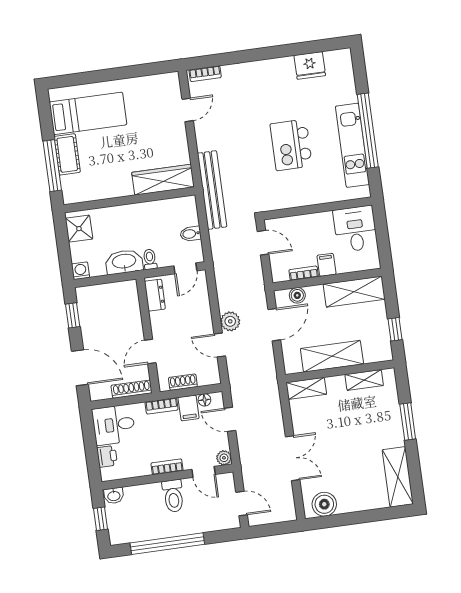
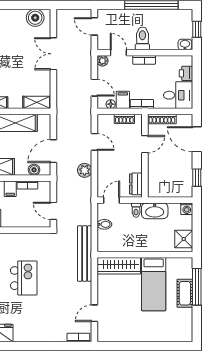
bed: (88, 113) -> (154, 284), moved, turned -90
plant: (230, 321) -> (85, 170), moved

